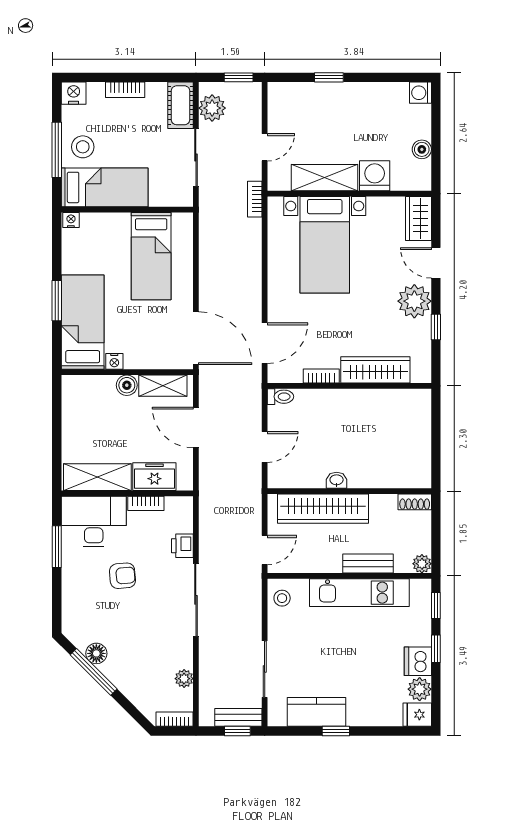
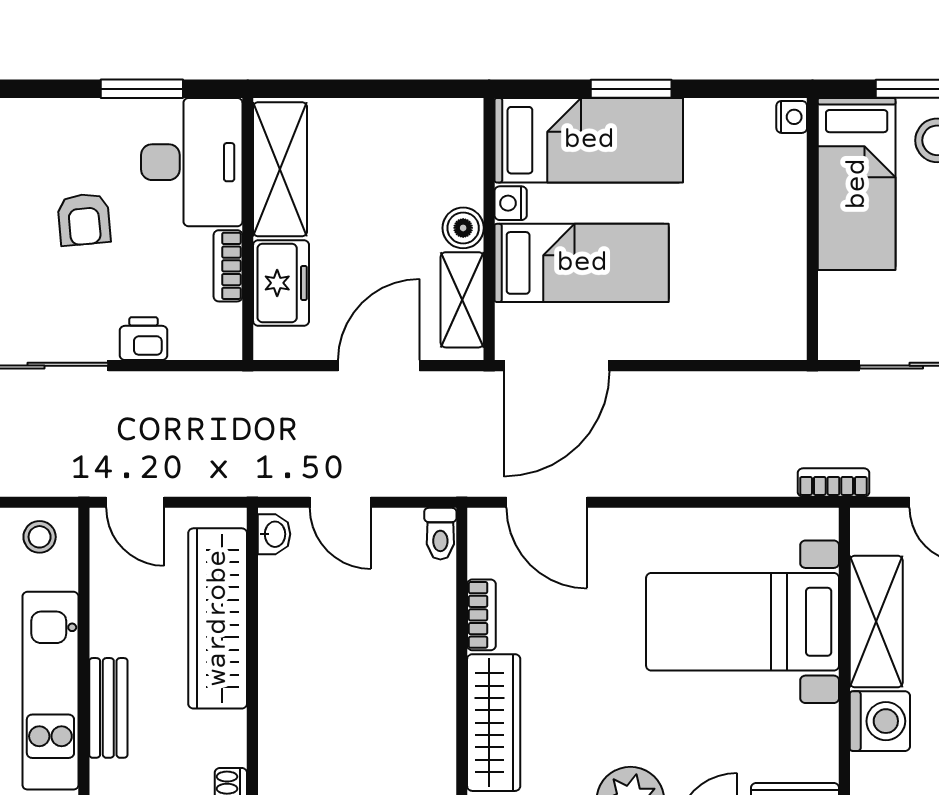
bed: (151, 256) -> (582, 263), moved, turned 180
washbasin: (337, 480) -> (274, 534), moved

